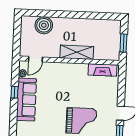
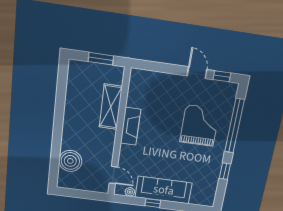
shelving: (77, 52) -> (111, 107), moved
fireplace: (103, 70) -> (130, 126), moved

